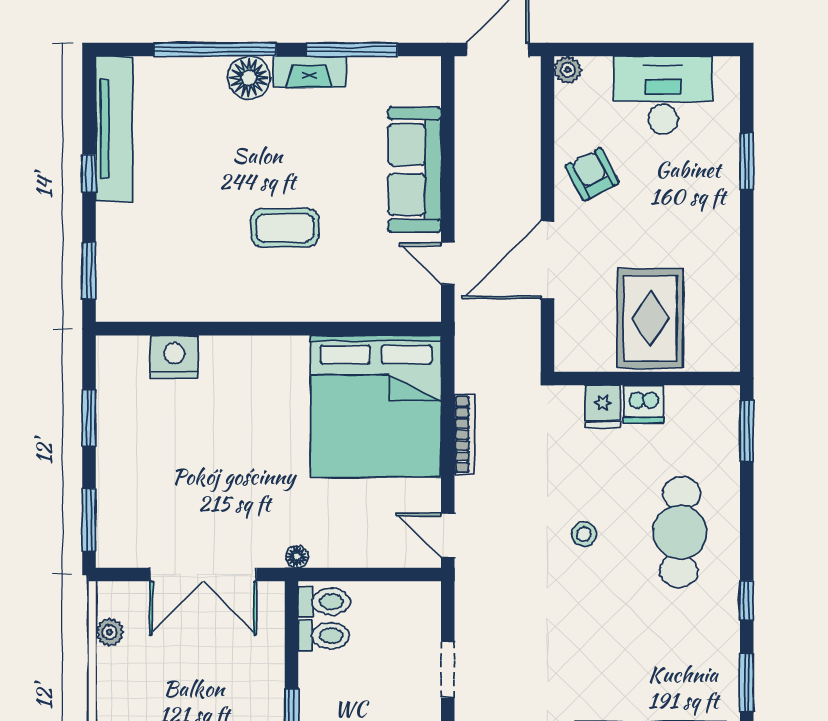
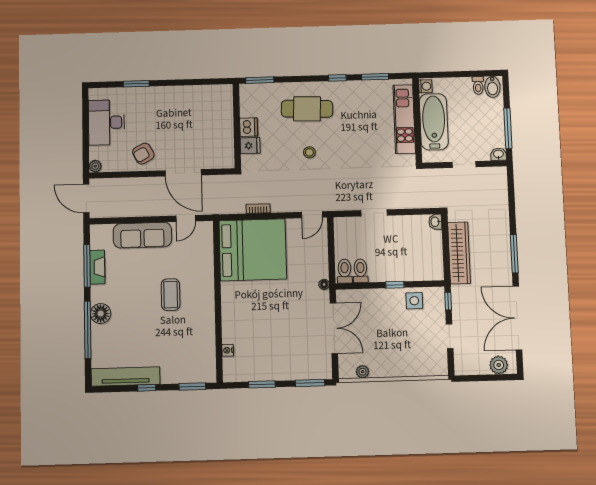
fireplace: (310, 72) -> (97, 267), moved
rug: (650, 318) -> (209, 125), removed
nightstand: (174, 357) -> (228, 350), width x0.53, depth x0.56
bookcase: (465, 434) -> (258, 209), width x0.64

